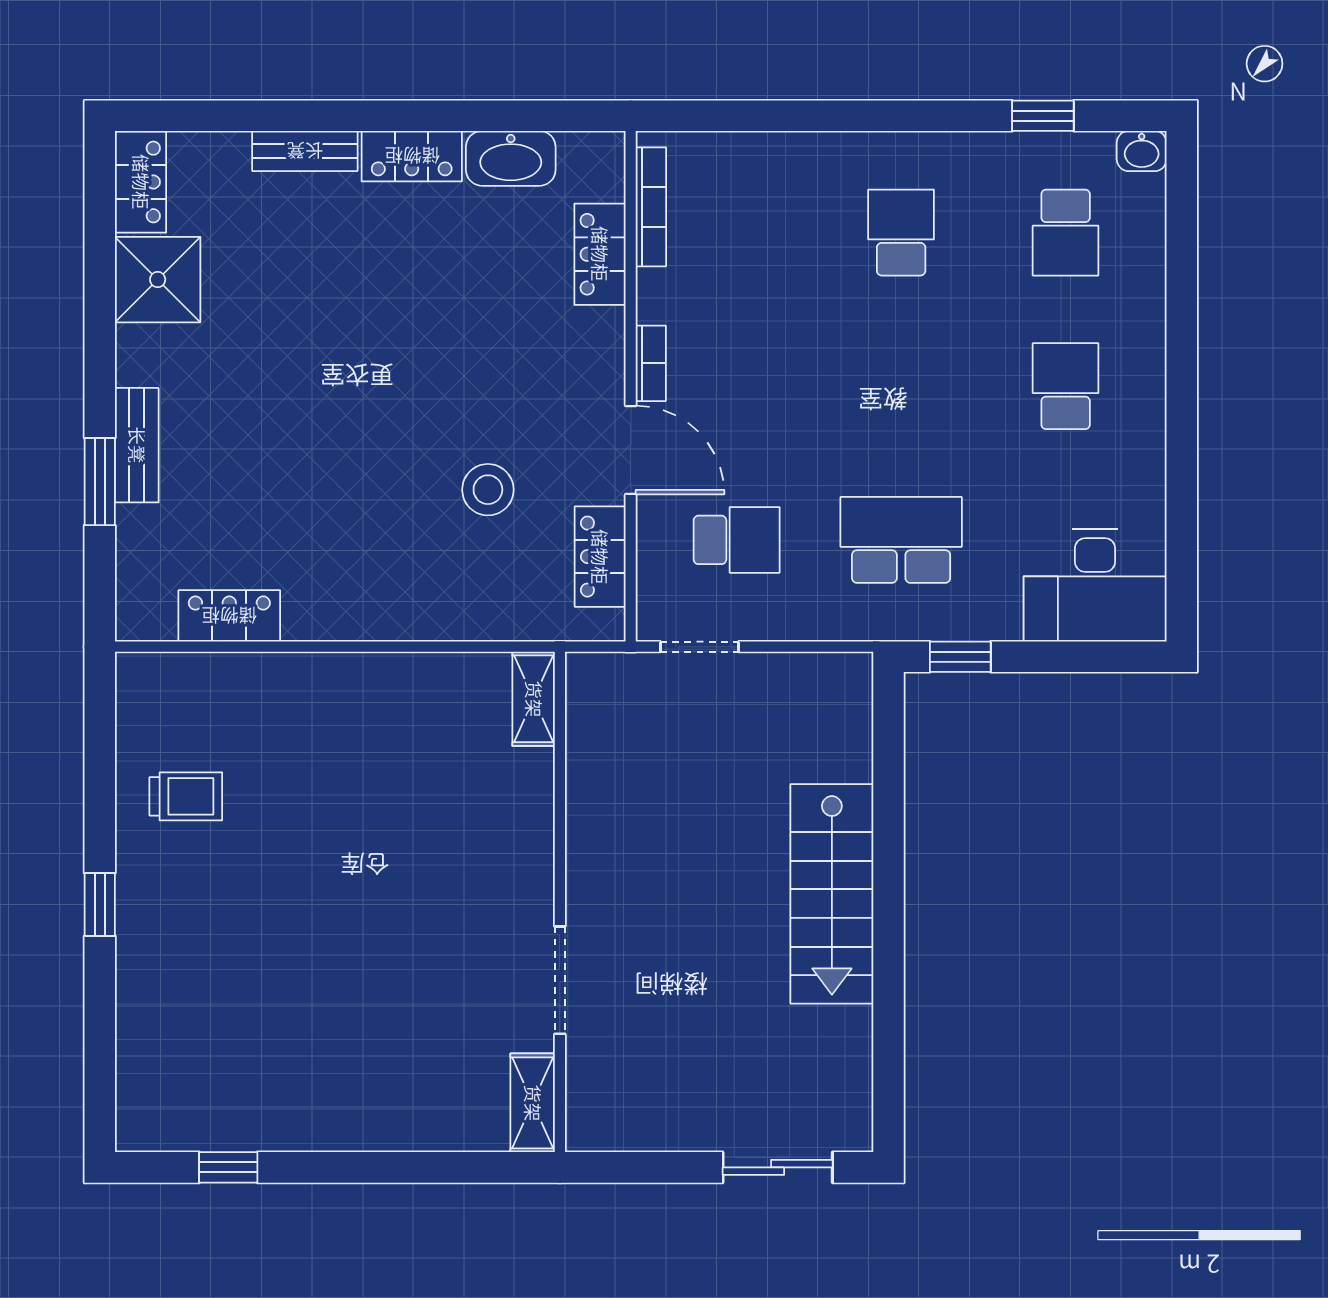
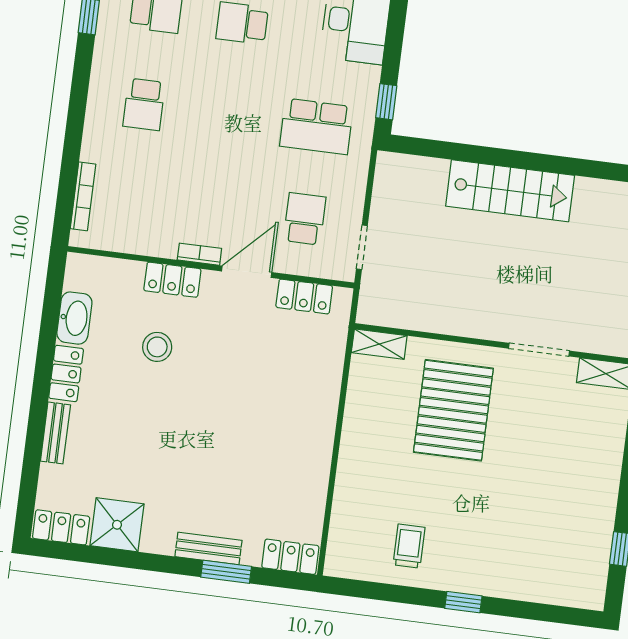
bookcase: (651, 207) -> (83, 196), moved, turned 90
school desk: (901, 233) -> (144, 104), turned -90
locker: (600, 254) -> (172, 280), moved
stool: (488, 490) -> (157, 347), moved
school desk: (901, 540) -> (316, 126), turned -90
locker: (229, 616) -> (290, 557), moved, turned 90
pallet: (434, 844) -> (453, 410), added

